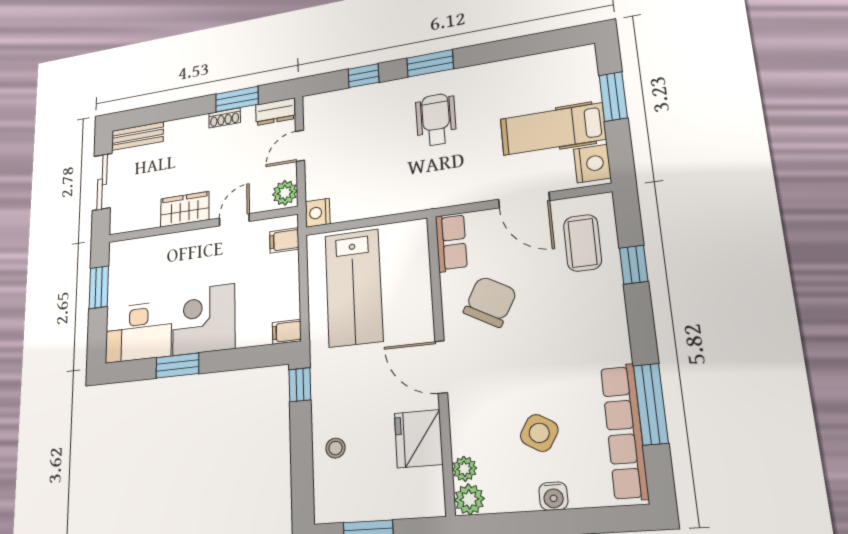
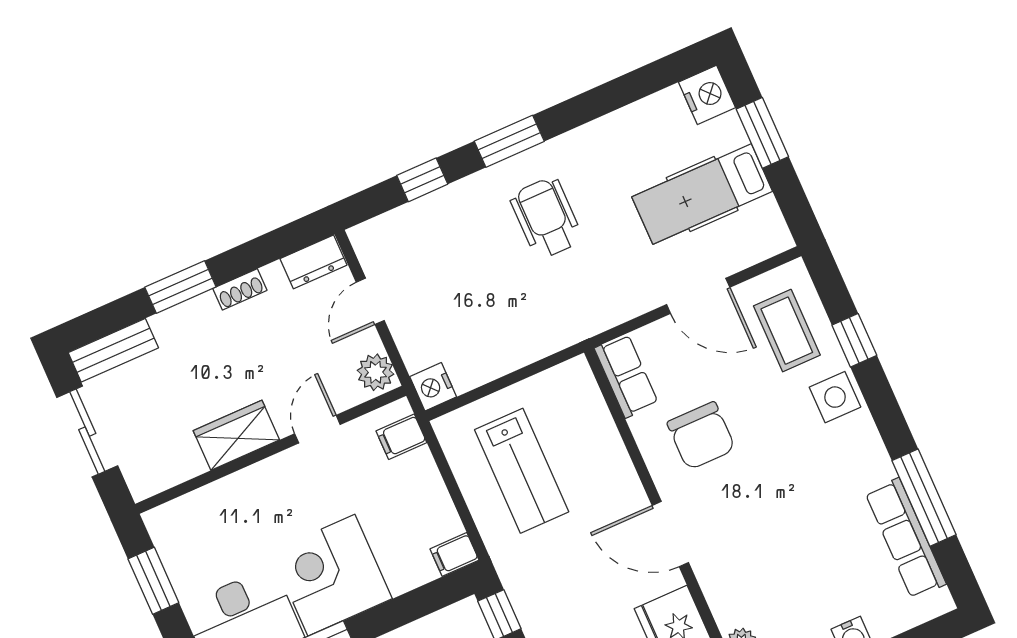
window: (237, 99) -> (180, 287), moved
nightstand: (592, 164) -> (707, 95), moved
lab bench: (354, 288) -> (522, 471), width x0.73, depth x0.72
chair: (490, 302) -> (701, 436), turned 151
row of seats: (624, 432) -> (906, 538), width x0.73
side table: (539, 433) -> (835, 397), moved, turned -31

